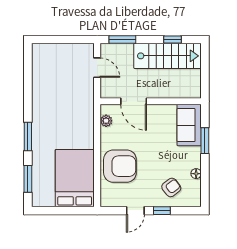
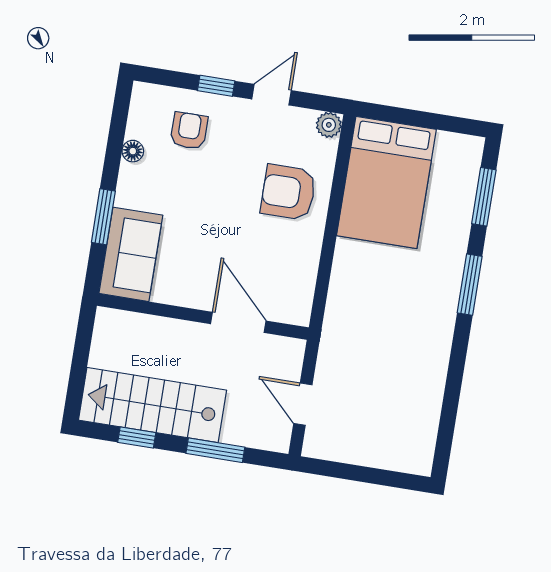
window: (122, 39) -> (215, 450), moved
plant: (106, 121) -> (329, 125), moved
armchair: (120, 166) -> (288, 192), width x0.73, depth x0.73
armchair: (171, 187) -> (189, 131), turned 127

